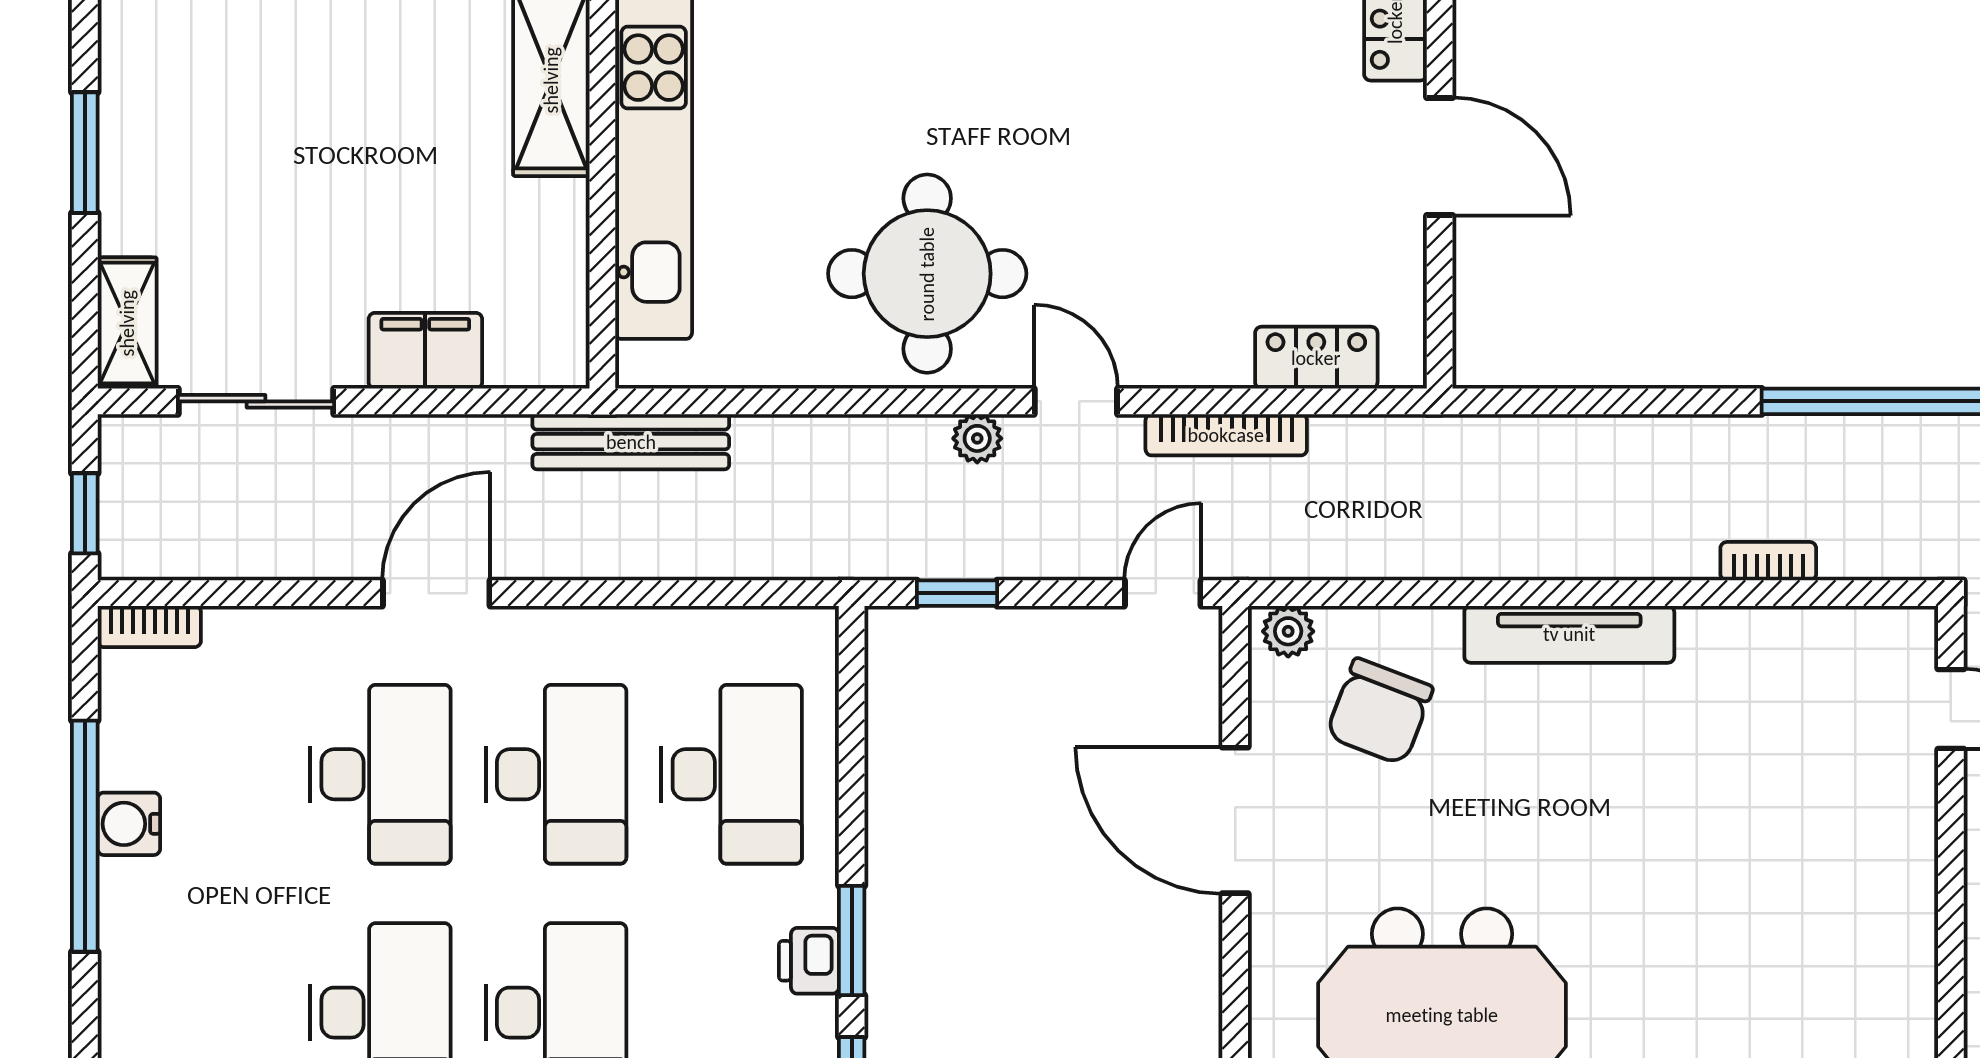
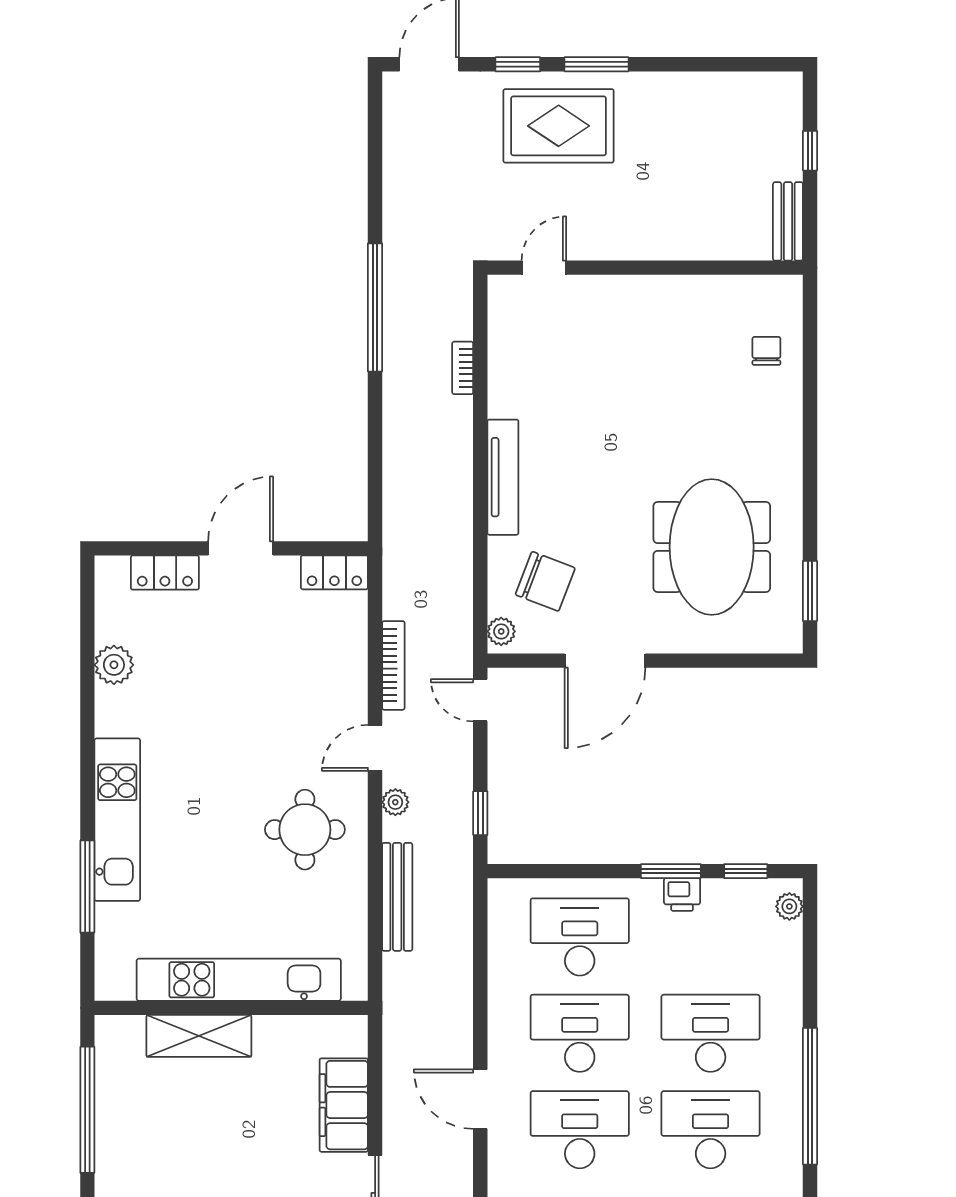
round table: (927, 274) -> (305, 830), width x0.73, depth x0.73
filing cabinet: (425, 351) -> (344, 1105), width x1.50, depth x1.17
locker: (1316, 358) -> (334, 572), moved, turned -90
bench: (631, 442) -> (397, 897), moved

